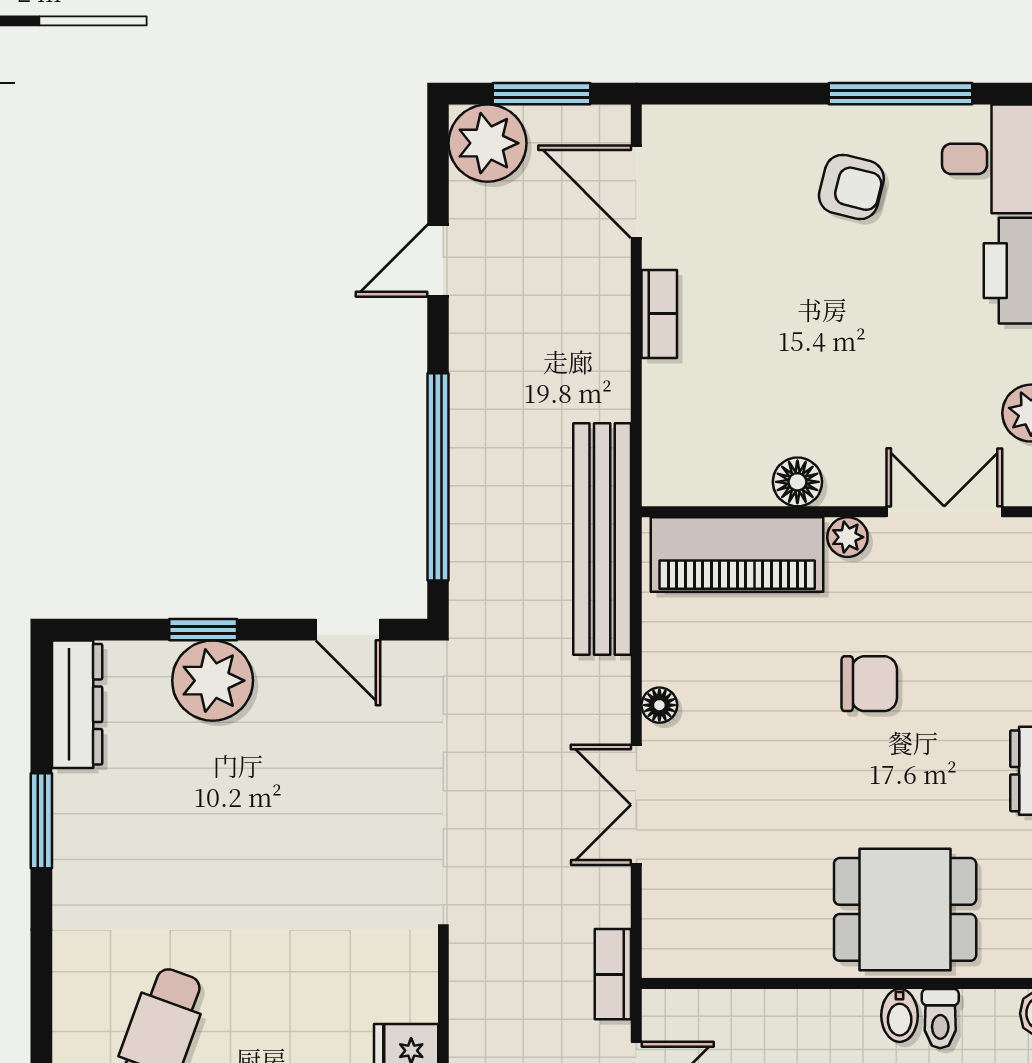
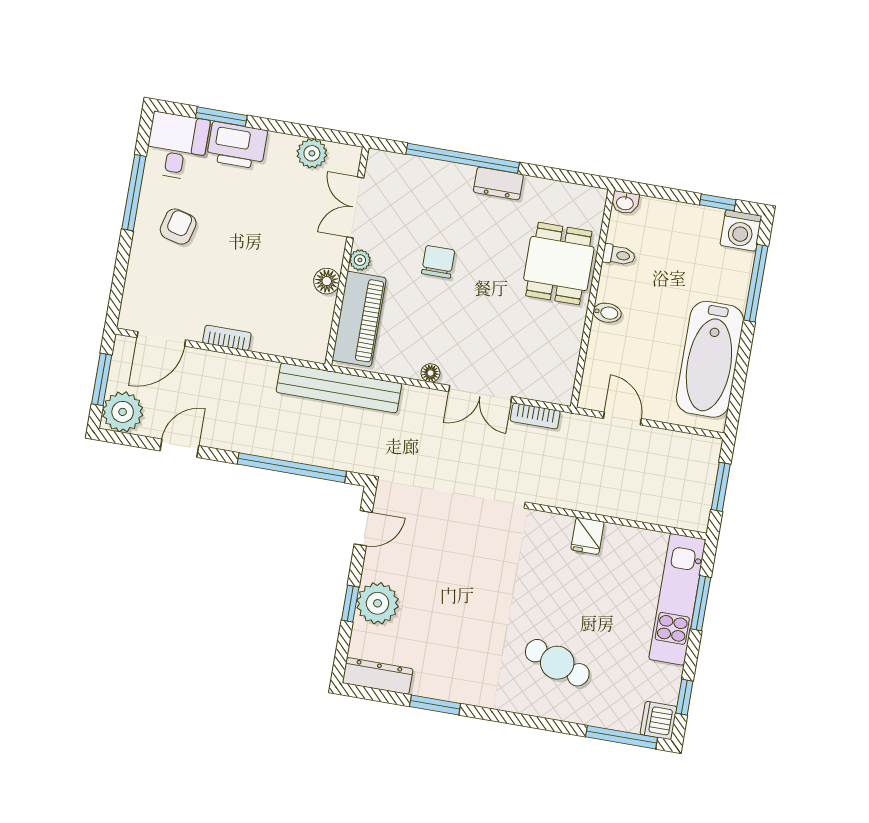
door: (438, 261) -> (179, 448), swing flipped
bookcase: (613, 974) -> (535, 416), moved
bidet: (900, 1015) -> (607, 313), moved

